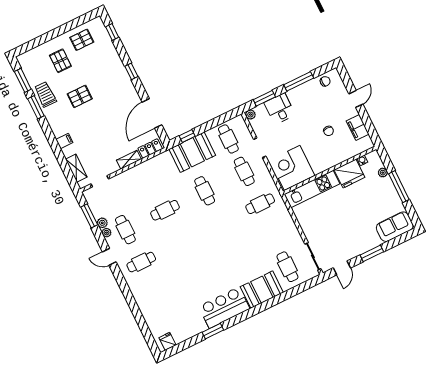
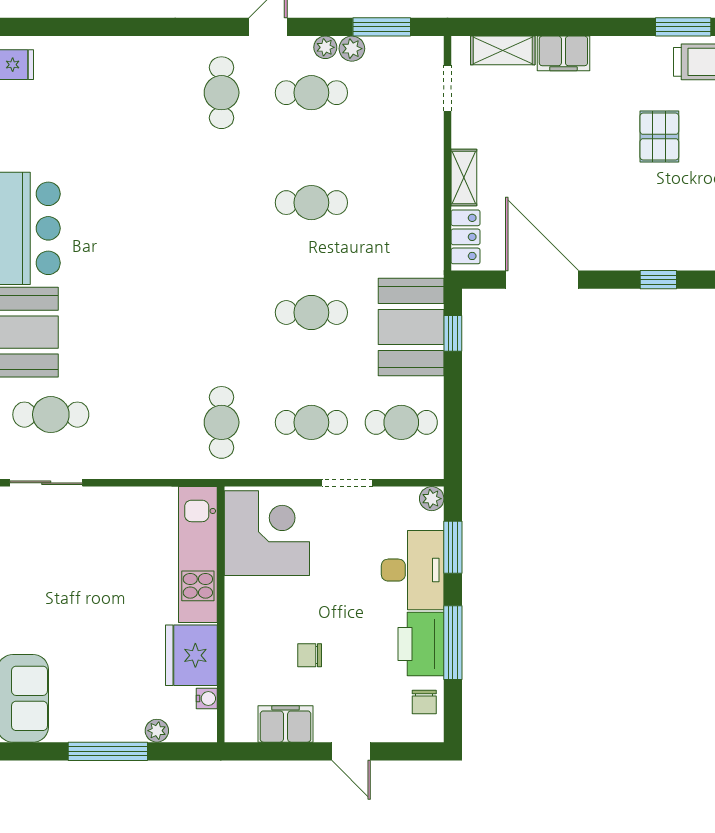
printer: (305, 93) -> (421, 644), added
desk: (280, 109) -> (413, 570), width x1.37
filing cabinet: (64, 141) -> (563, 53), width x2.00
cafe table: (165, 210) -> (311, 203), turned 90

